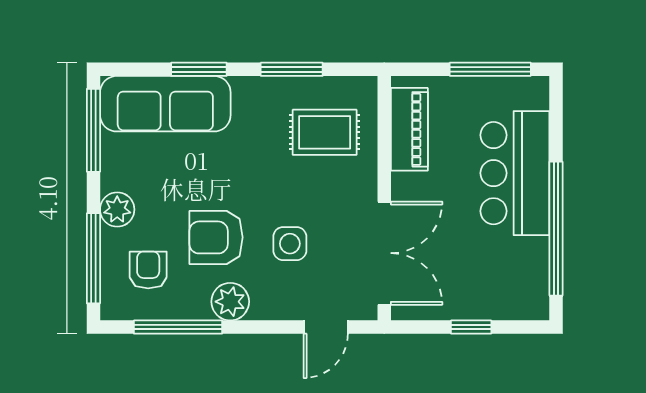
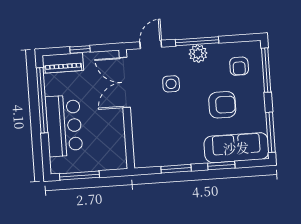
piano: (409, 129) -> (63, 63), moved, turned -90
rug: (325, 132) -> (158, 139), removed
plant: (117, 209) -> (256, 95), removed
armchair: (216, 237) -> (222, 105), moved
window: (178, 327) -> (197, 41), moved

